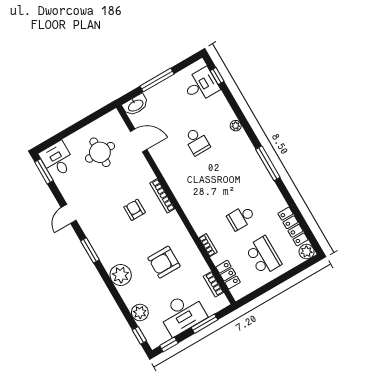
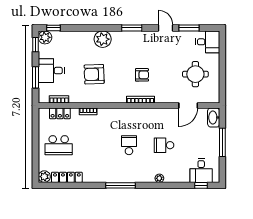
window: (44, 171) -> (189, 28), moved
school desk: (241, 218) -> (129, 145), moved
armchair: (164, 262) -> (94, 74), turned -92
plant: (140, 312) -> (45, 37), moved
desk: (182, 314) -> (51, 71), width x0.73

